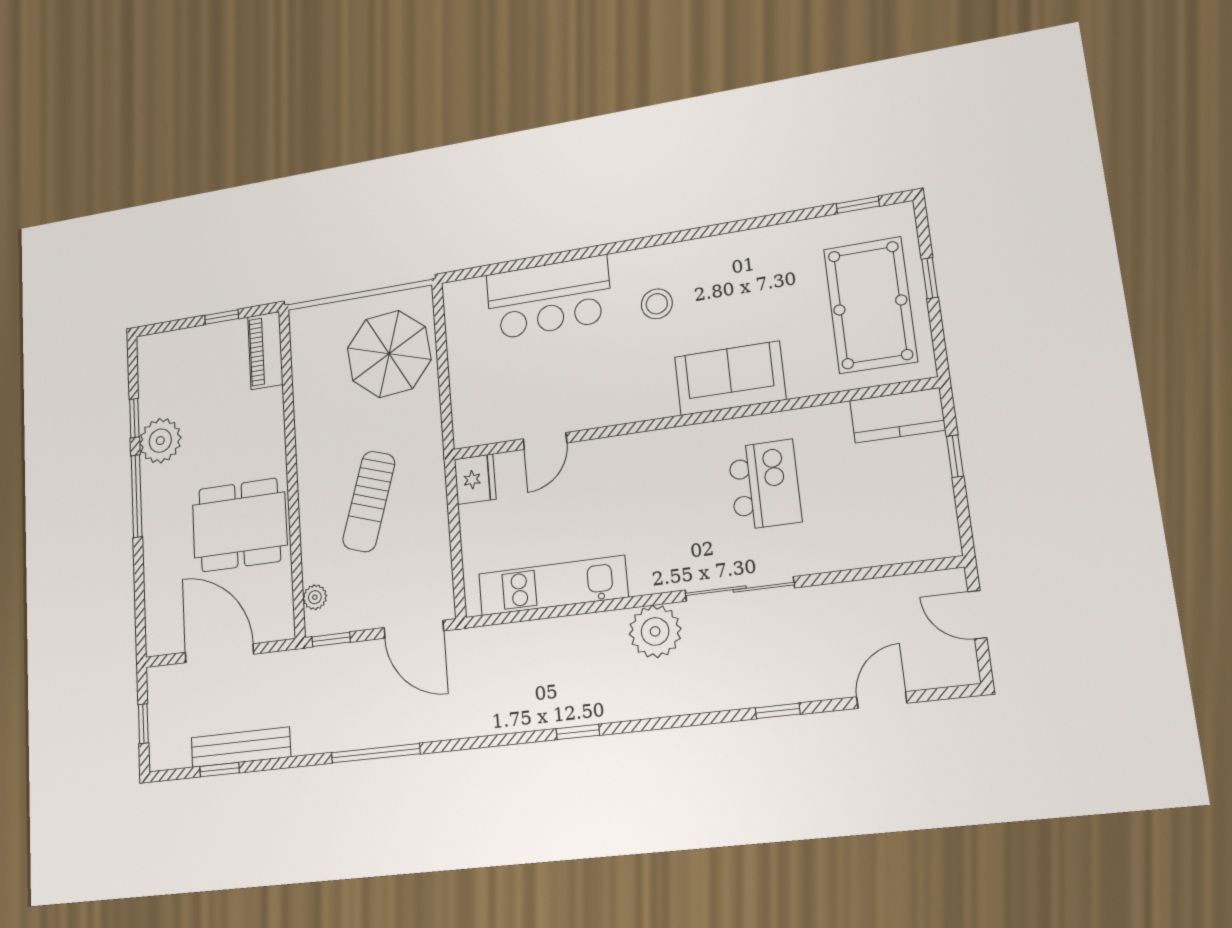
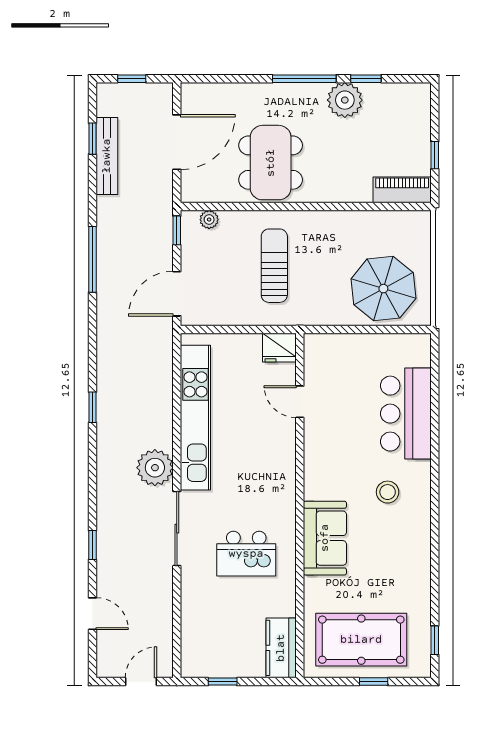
window: (955, 456) -> (223, 682), moved
sun lounger: (369, 501) -> (274, 266), turned 72
kitchen unit: (553, 586) -> (195, 418), width x1.36

